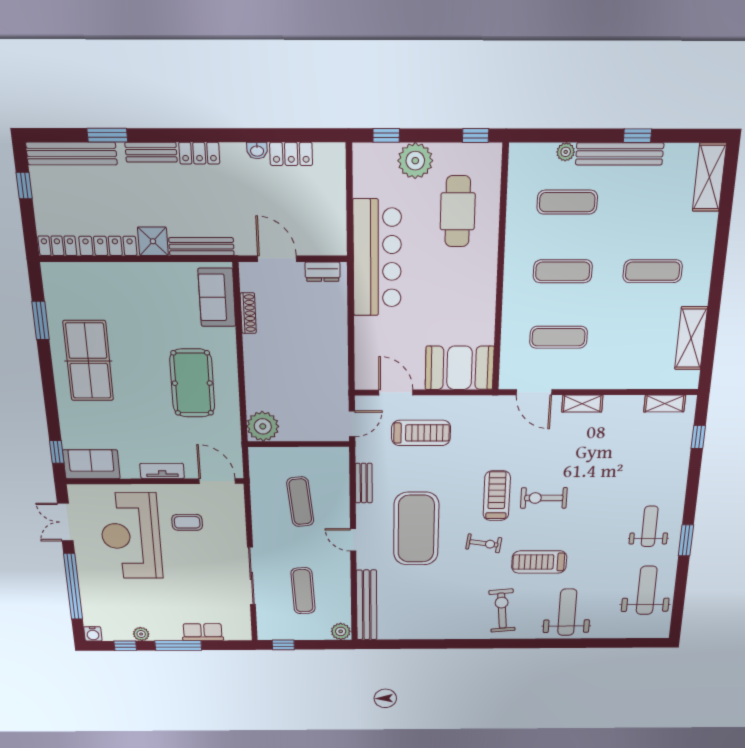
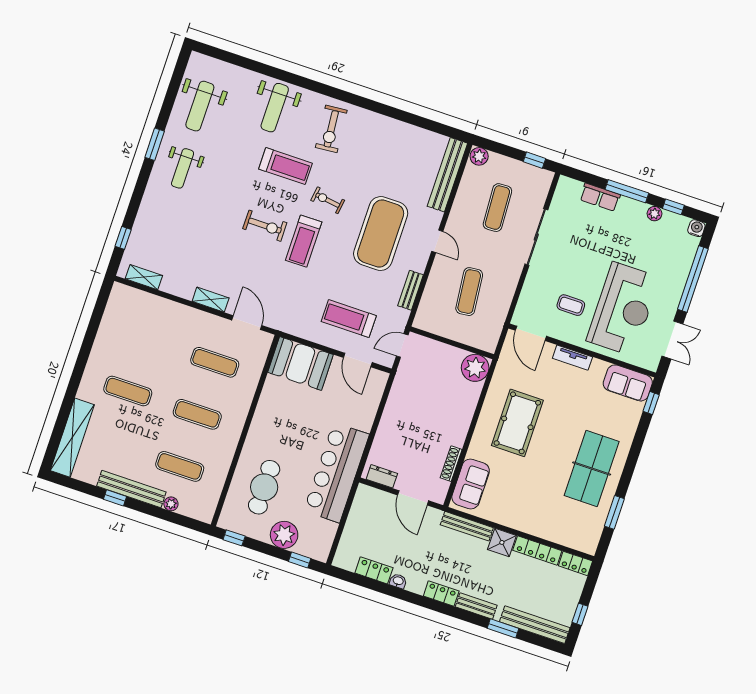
shelving: (709, 177) -> (72, 438), width x1.47
shelving: (691, 338) -> (110, 326), removed

